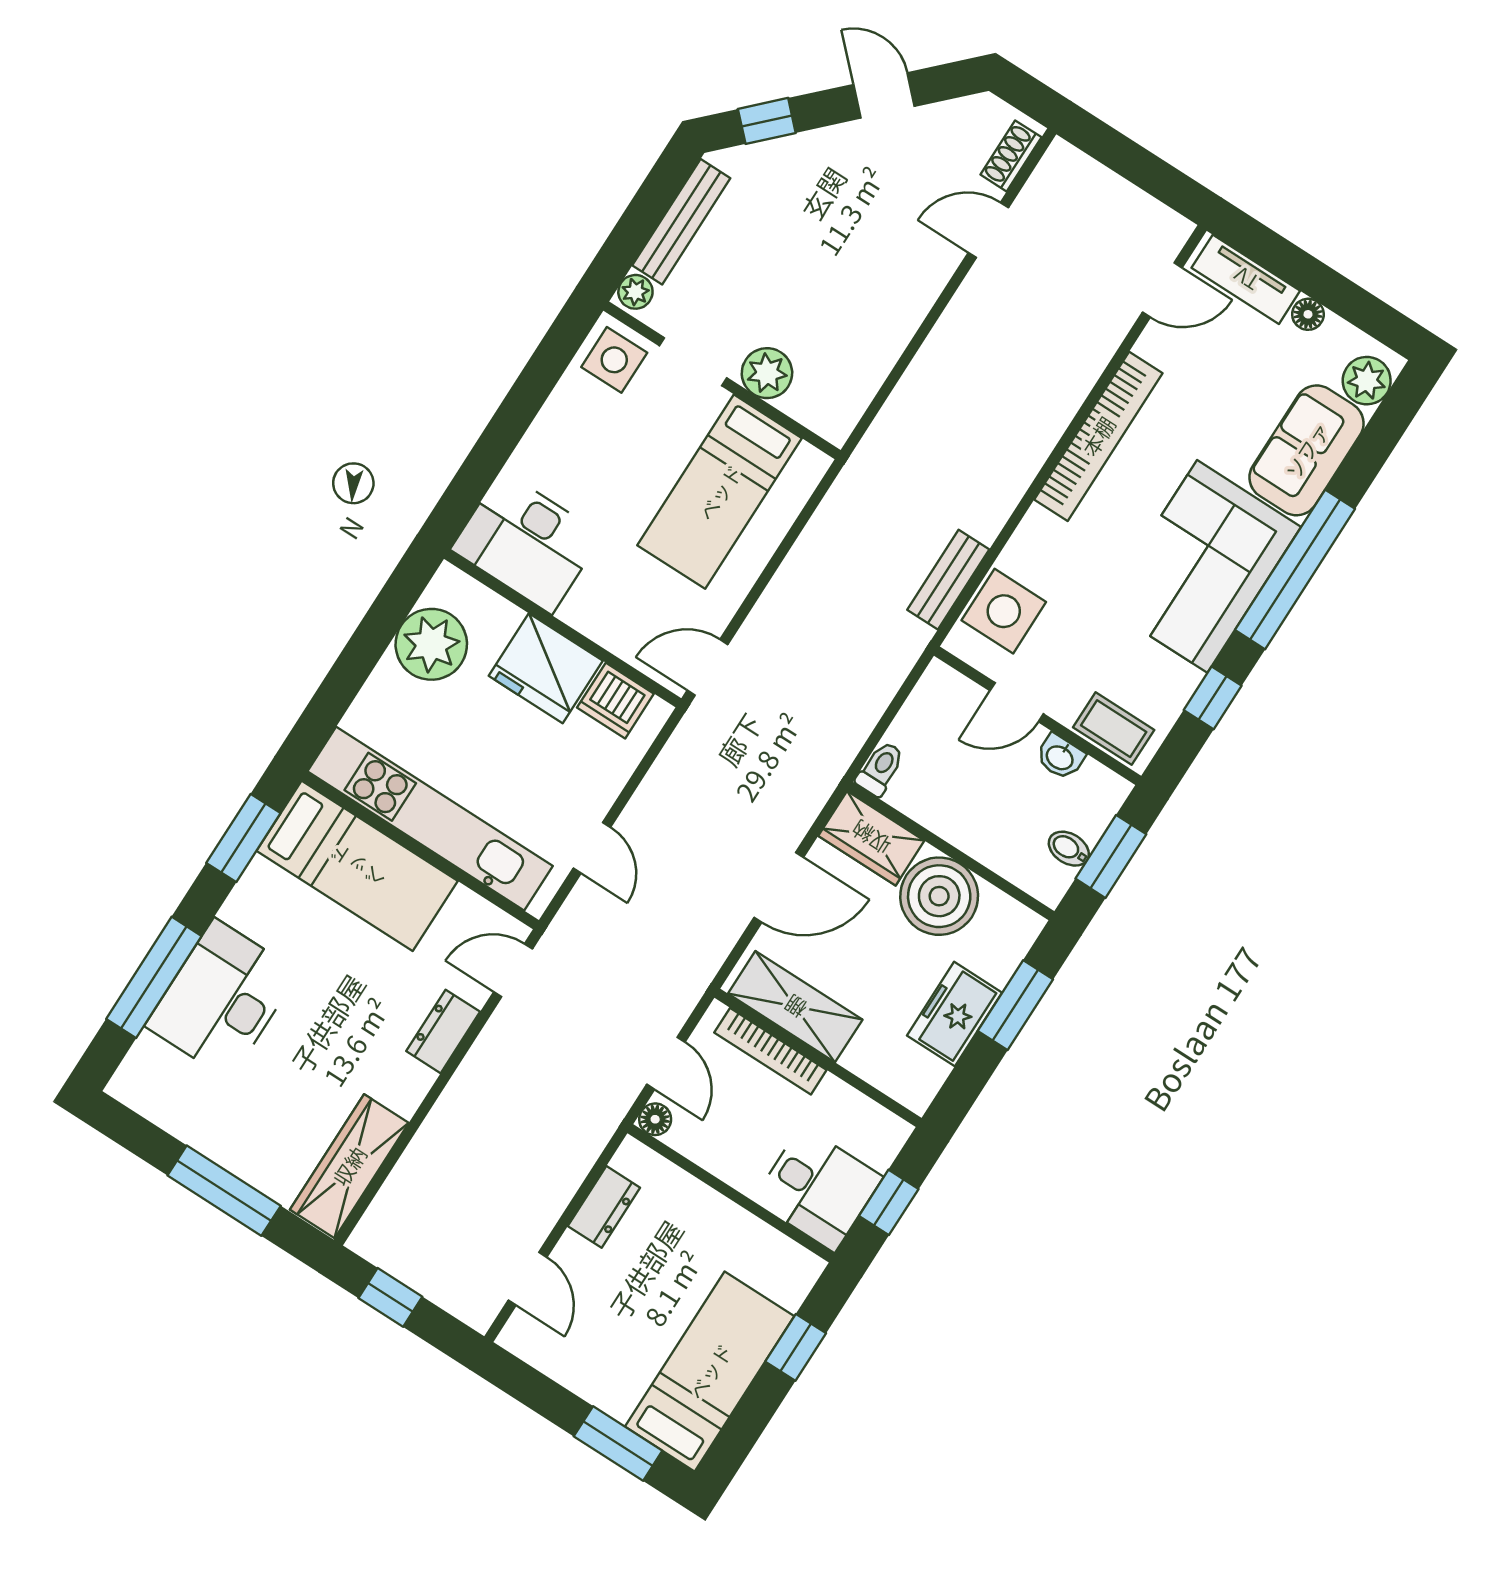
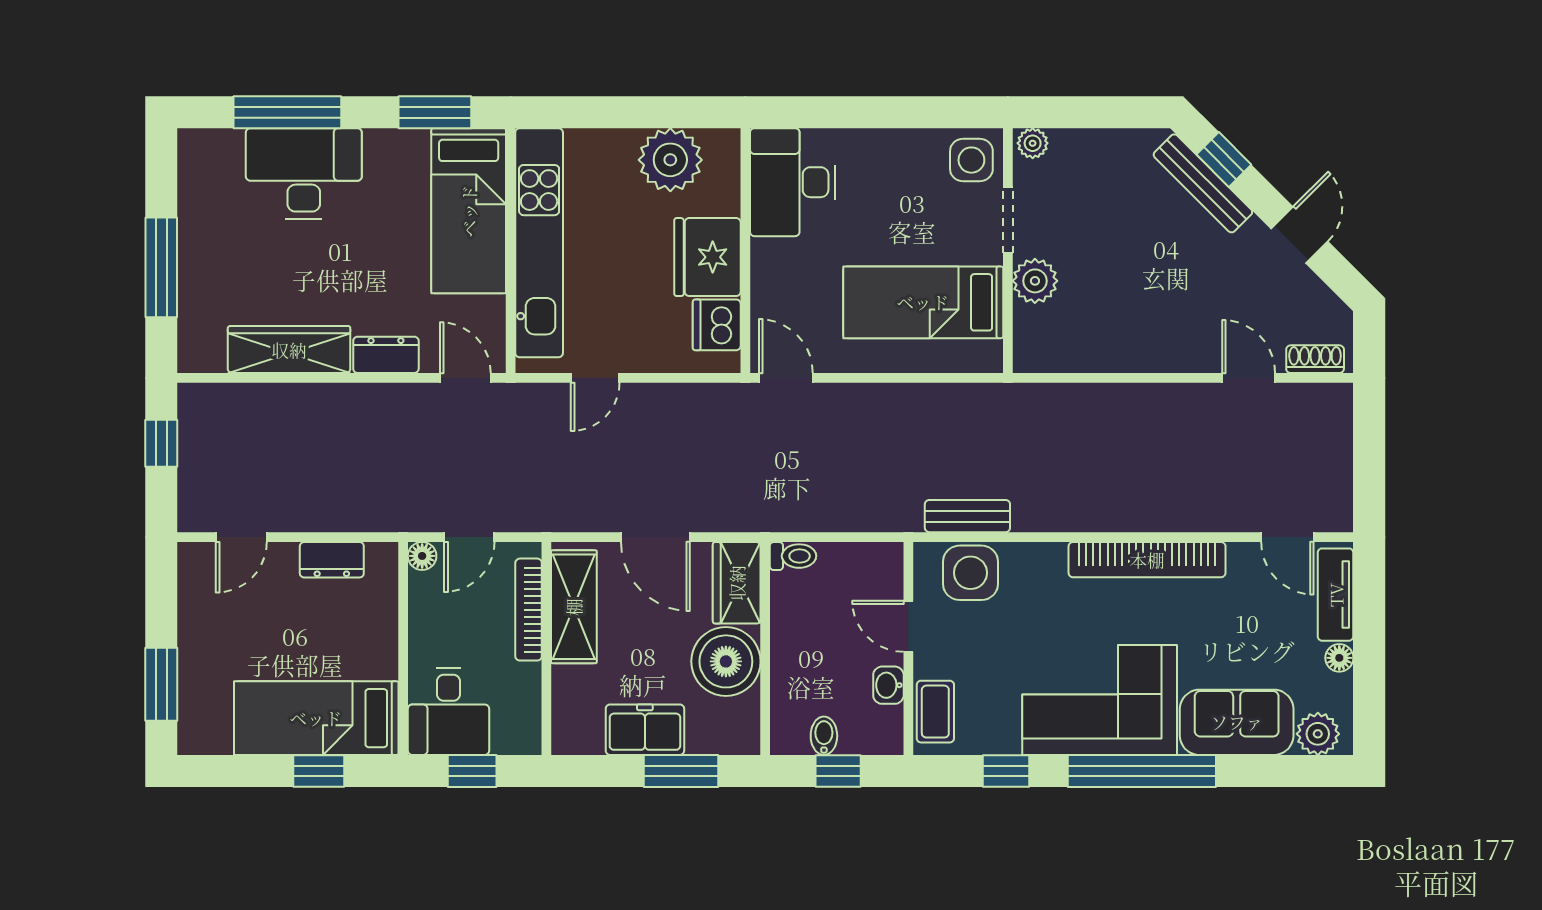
bench: (681, 222) -> (1203, 183), moved, turned 45
window: (1111, 856) -> (838, 771), width x0.67
wardrobe: (349, 1166) -> (289, 350), moved
bed: (710, 1371) -> (316, 718), moved, turned 180

